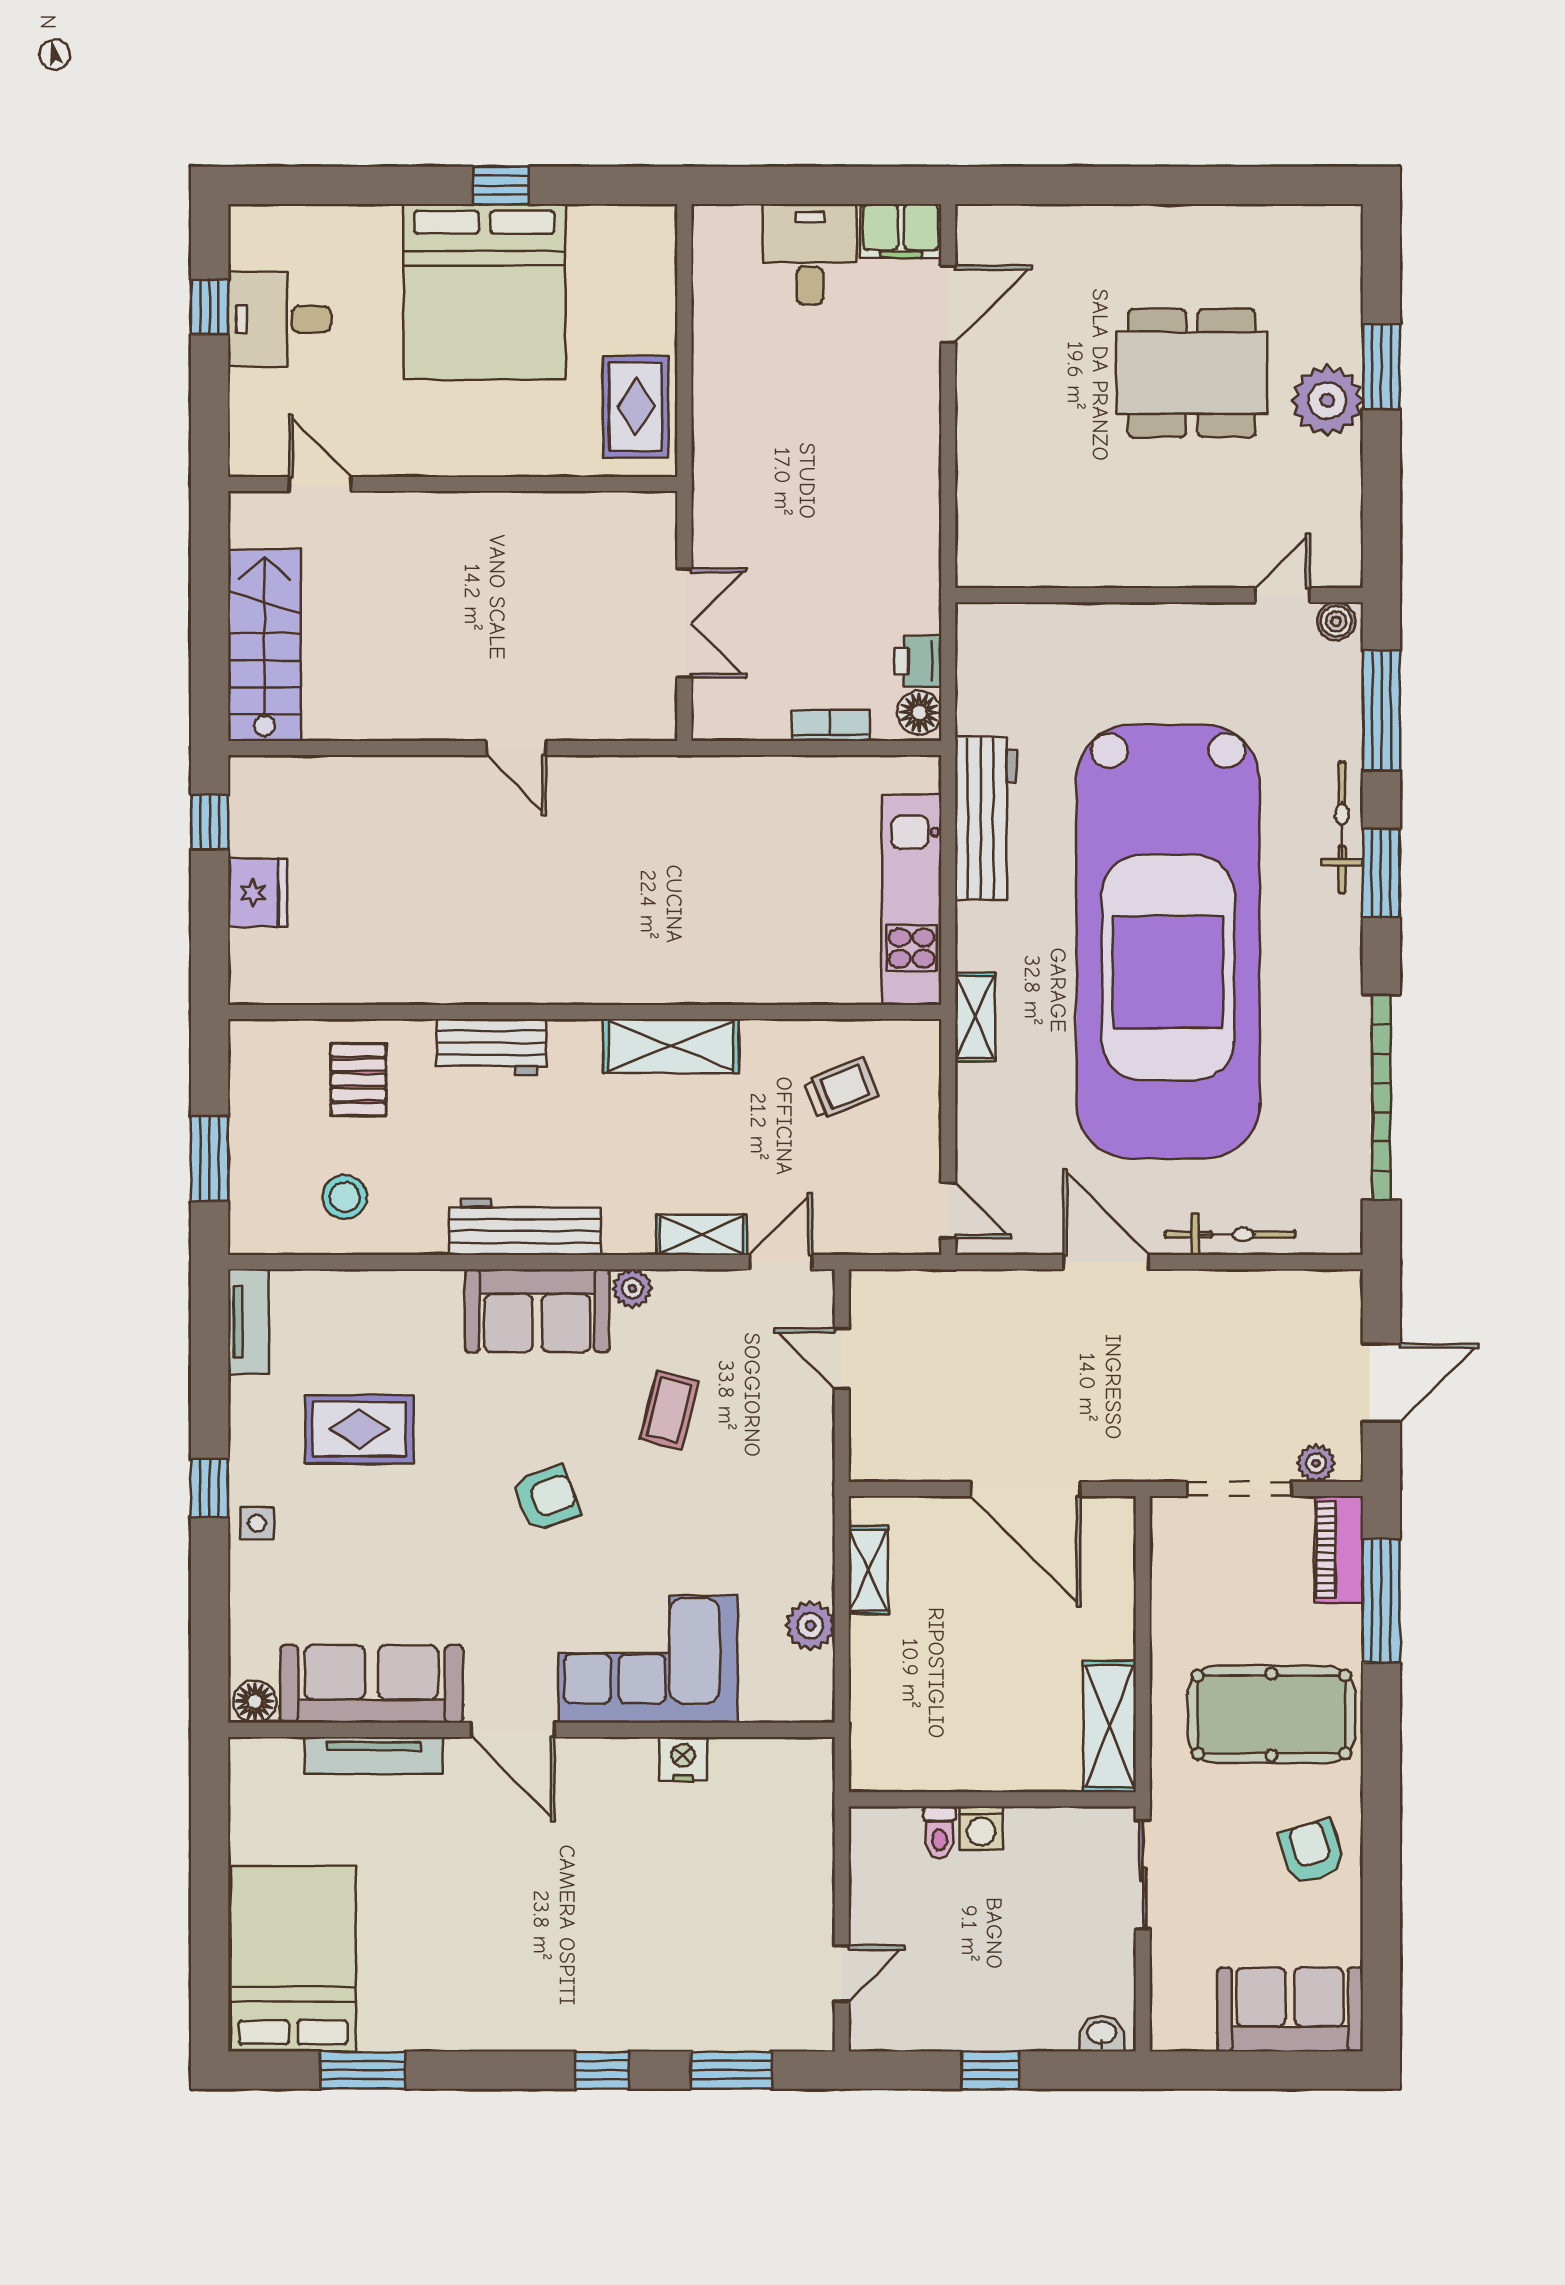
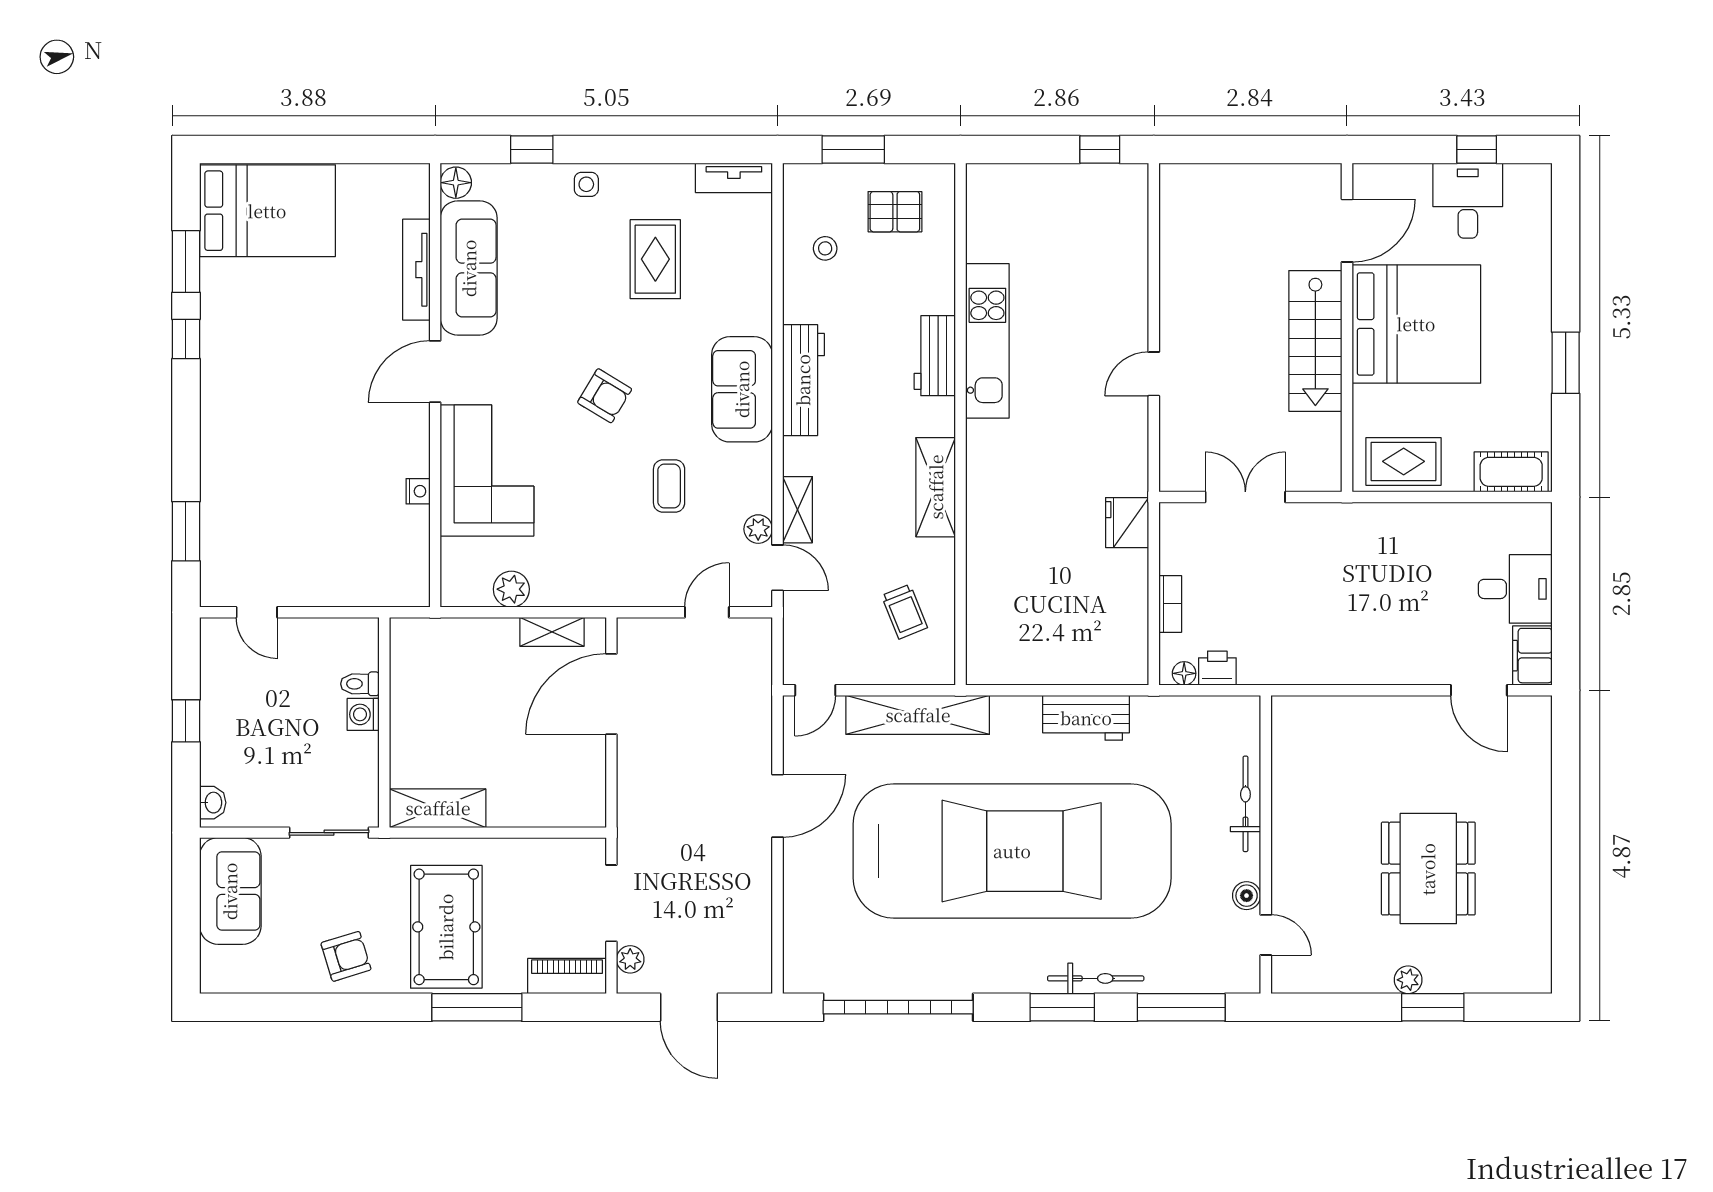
window: (501, 185) -> (1566, 363), width x1.50
cot: (650, 260) -> (1511, 472), added
bed: (484, 292) -> (1416, 324), moved, turned 180
plant: (1327, 401) -> (1408, 980), width x0.53, depth x0.53
door: (320, 484) -> (1347, 231), width x1.38
boiler: (1336, 621) -> (1247, 896), moved
double door: (684, 623) -> (1245, 497), swing flipped
stairs: (264, 645) -> (1315, 341), moved, turned 90
floor lamp: (919, 713) -> (1184, 673), width x0.73, depth x0.73
workbench: (986, 818) -> (1086, 718), width x0.73
fridge: (258, 893) -> (1127, 523), moved, turned 90
kitchen unit: (912, 900) -> (987, 341), moved, turned 90
car: (1168, 942) -> (1012, 851), turned 180
shelving: (975, 1017) -> (918, 715), width x2.20, depth x1.33
pallet: (358, 1080) -> (895, 212), moved
stool: (345, 1197) -> (825, 248), width x0.73, depth x0.73
bicycle: (1230, 1234) -> (1245, 804), moved, turned 180
plant: (632, 1288) -> (758, 529), moved
coffee table: (669, 1410) -> (669, 486), turned 76
window: (210, 1488) -> (532, 150), moved
door: (1025, 1489) -> (611, 694), moved
armchair: (546, 1498) -> (605, 396), turned -39
window: (1381, 1601) -> (477, 1007), moved
nightstand: (683, 1759) -> (418, 491), width x0.72, depth x0.74
sofa: (1290, 2010) -> (230, 891), moved
window: (602, 2070) -> (186, 339), moved

